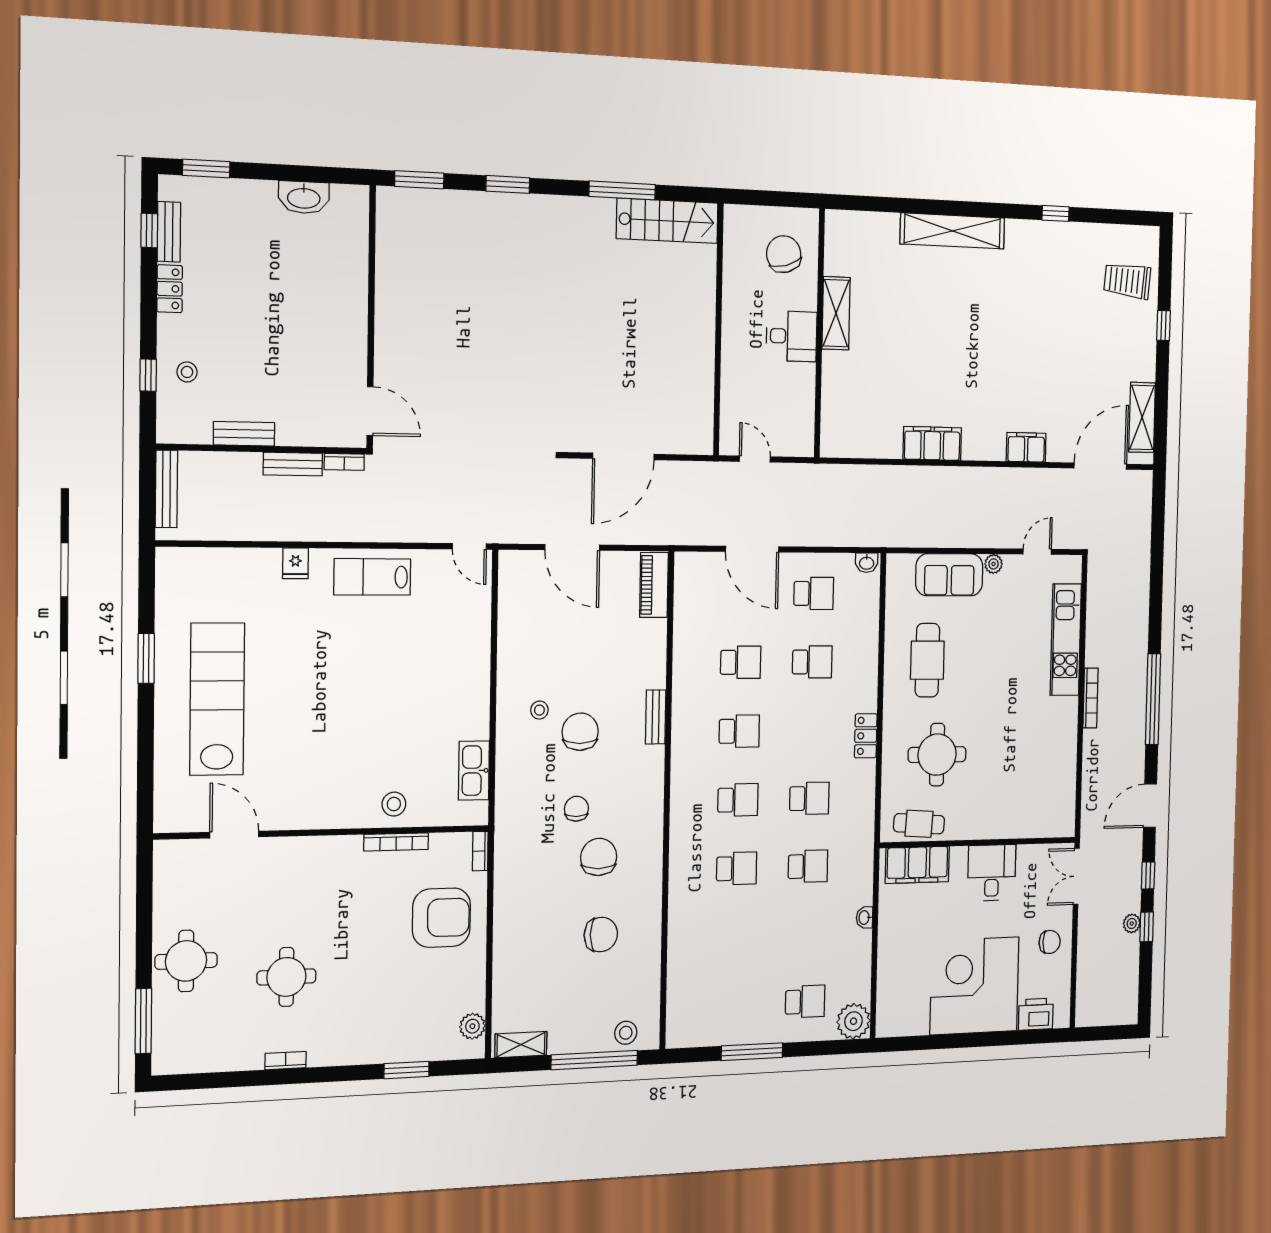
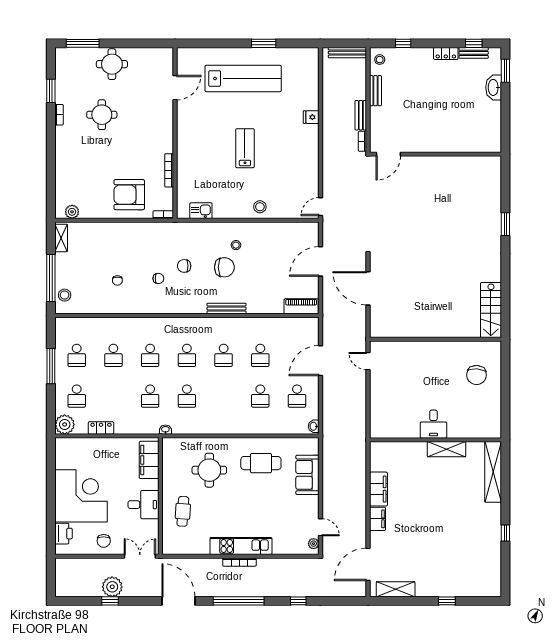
window: (419, 180) -> (505, 178), removed
window: (622, 191) -> (505, 285), removed
washbasin: (304, 197) -> (494, 87), moved
chair: (784, 254) -> (476, 375), turned 110
trolley: (1127, 281) -> (471, 578), removed
shelving: (836, 313) -> (447, 449), moved
wall: (819, 333) -> (436, 440), moved
desk: (792, 336) -> (433, 424), moved
stool: (187, 372) -> (380, 60), moved
filing cabinet: (932, 443) -> (378, 489), moved
door: (755, 459) -> (368, 361), swing flipped
door: (1100, 466) -> (368, 564), swing flipped
plant: (993, 564) -> (314, 544), moved
lab bench: (372, 577) -> (245, 148), moved
kitchen unit: (1066, 640) -> (241, 546), moved
bench: (656, 717) -> (227, 308), width x1.36
locker: (866, 736) -> (101, 428), moved
kitchen sink: (474, 771) -> (201, 211), width x0.73
stool: (394, 804) -> (260, 207), moved
door: (1150, 806) -> (179, 601), width x1.36
chair: (576, 809) -> (184, 266), turned 180
cafe table: (919, 824) -> (183, 511), moved
chair: (599, 857) -> (158, 278), width x0.54, depth x0.54
window: (1148, 875) -> (298, 601), moved
armchair: (441, 918) -> (129, 195), turned 90
washbasin: (865, 918) -> (165, 430), moved
plant: (1132, 923) -> (112, 587), width x1.87, depth x1.87
chair: (601, 934) -> (117, 280), width x0.54, depth x0.54
school desk: (735, 937) -> (113, 355), added
school desk: (734, 1005) -> (77, 355), added
window: (406, 1070) -> (51, 91), moved

